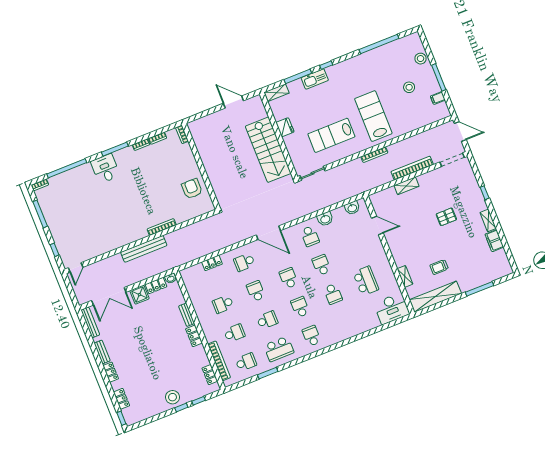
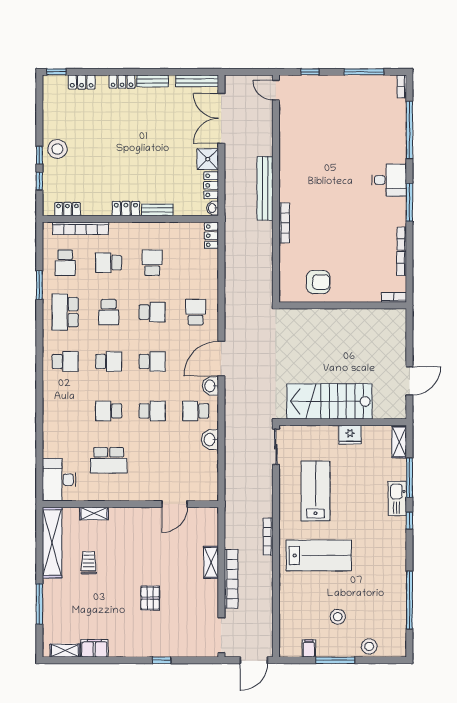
washbasin: (352, 208) -> (210, 386), moved
shelving: (488, 220) -> (65, 651), moved
locker: (212, 263) -> (211, 236), moved
school desk: (234, 333) -> (109, 263), turned 90

